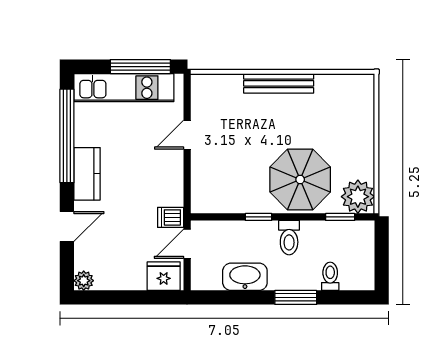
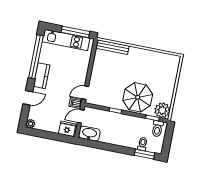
bench: (279, 83) -> (112, 47), moved
door: (187, 135) -> (85, 93), moved
toilet: (289, 238) -> (157, 129), moved
washbasin: (245, 277) -> (89, 134), moved
window: (296, 297) -> (144, 154), moved

